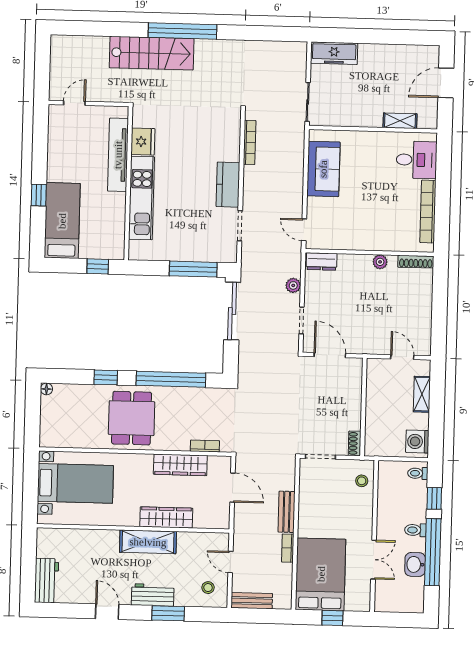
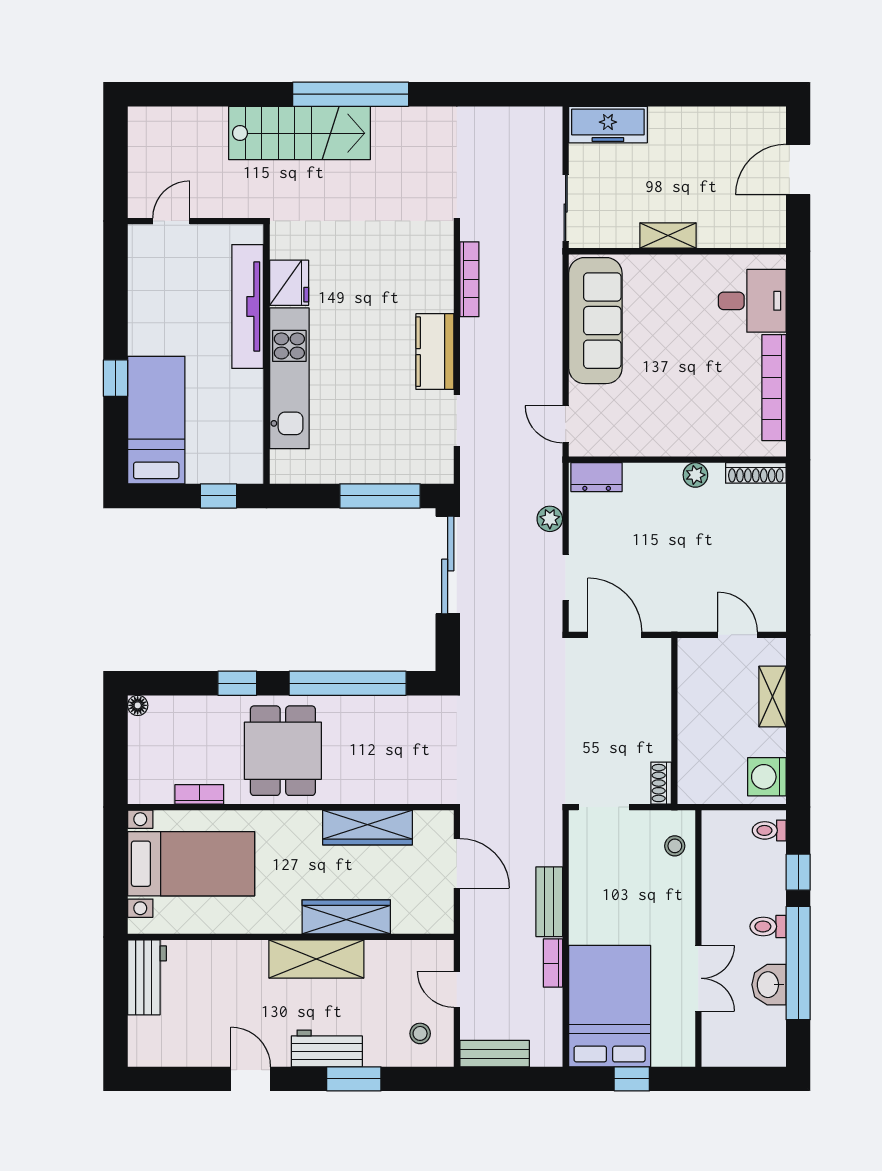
shelving: (400, 121) -> (668, 236), moved
sofa: (323, 169) -> (595, 321), width x1.36
bookcase: (205, 446) -> (199, 794), moved
workbench: (47, 581) -> (147, 977), moved

